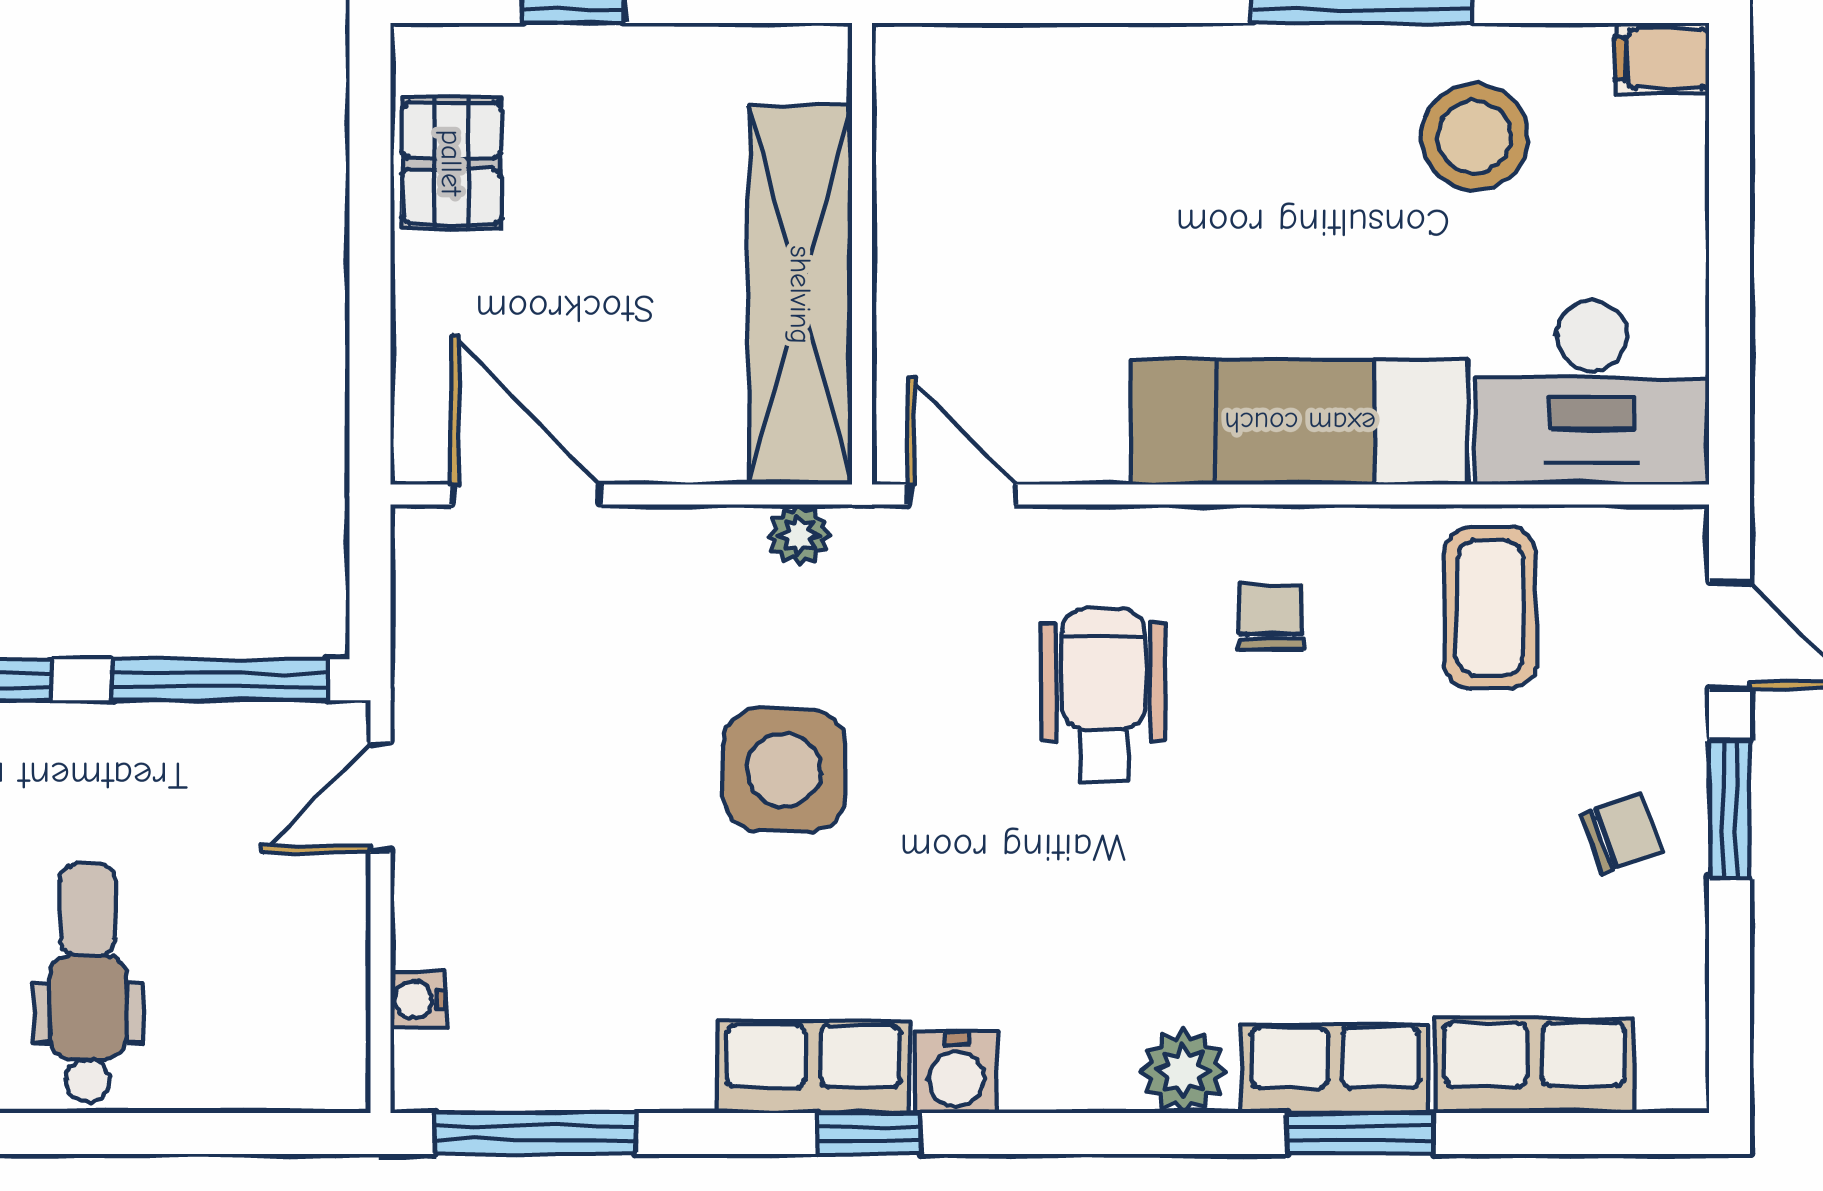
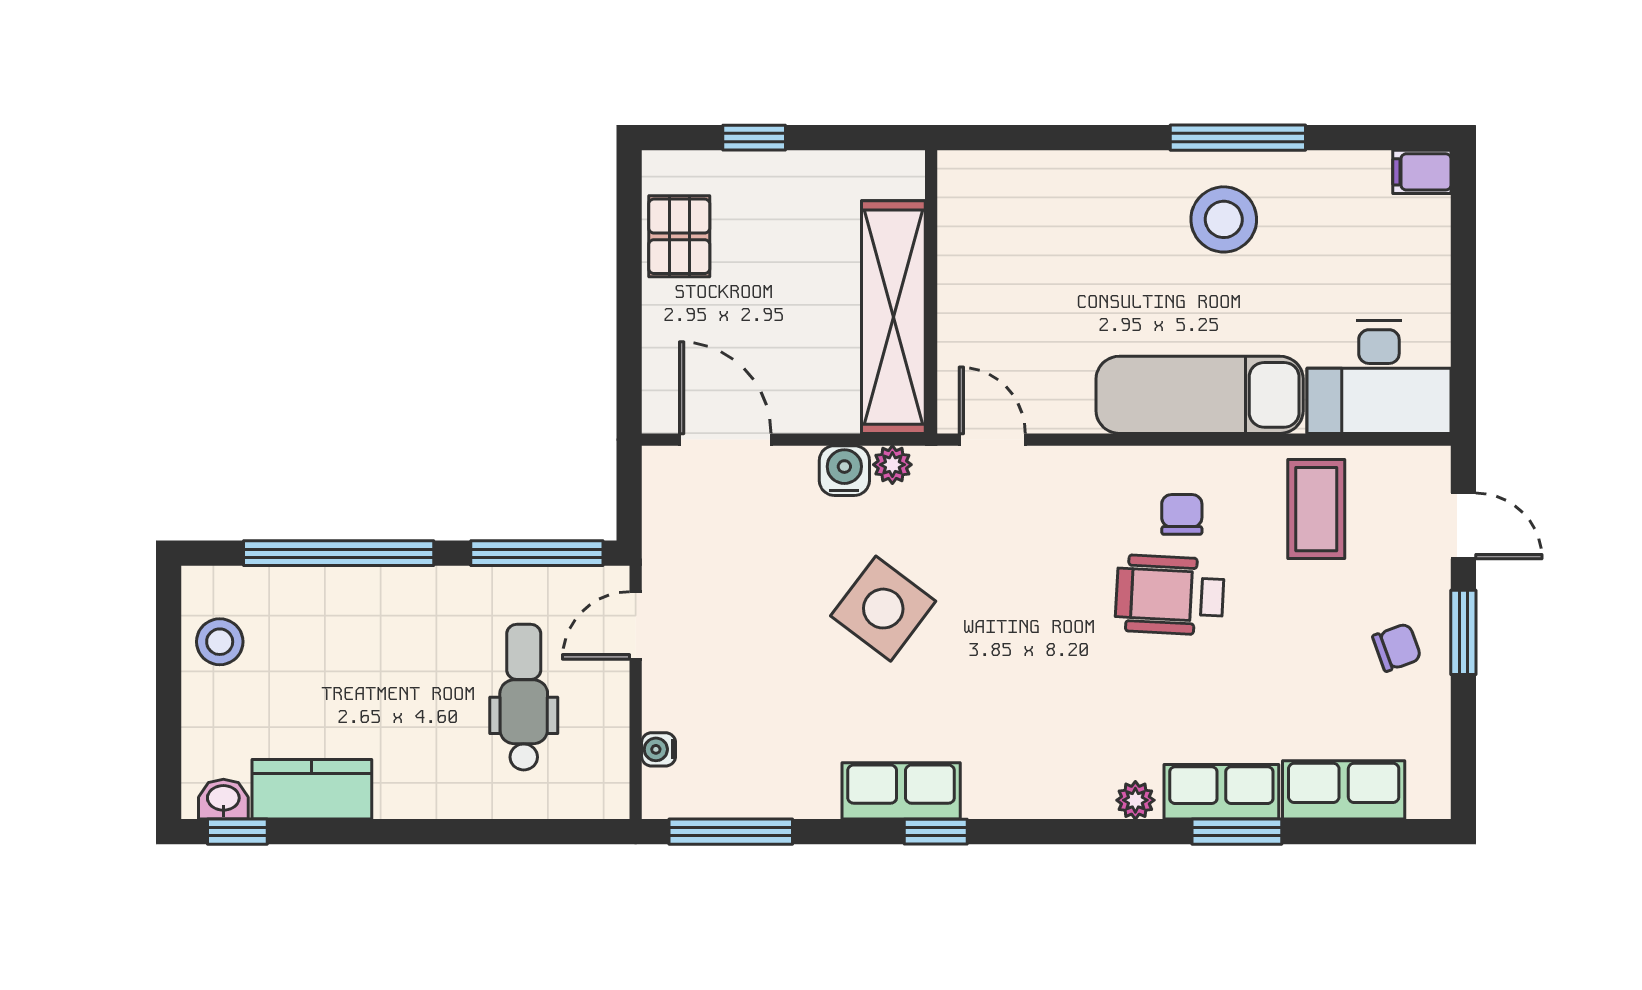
stool: (1475, 137) -> (1224, 219), moved
wheelchair: (1103, 695) -> (1170, 595), moved, turned -87
side table: (784, 770) -> (883, 609), turned 37
dental chair: (88, 983) -> (524, 697), moved
plant: (1183, 1071) -> (1135, 800), width x0.73, depth x0.73
water cooler: (956, 1072) -> (844, 471), moved, turned 180

